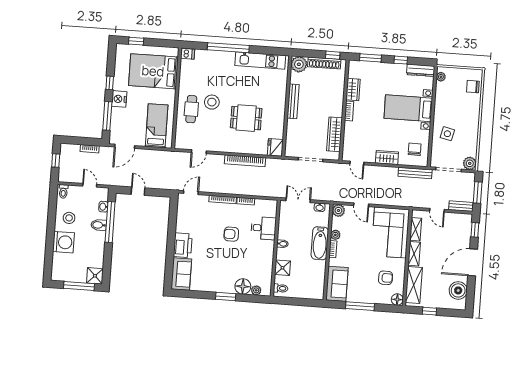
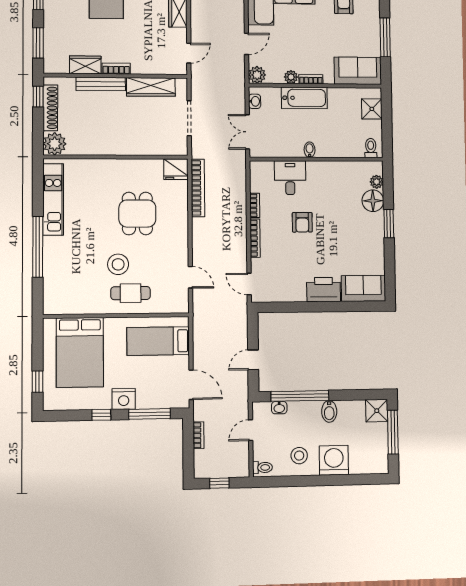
dishwasher: (188, 54) -> (51, 305), removed
bench: (293, 101) -> (101, 84), moved
bookcase: (245, 161) -> (198, 188), moved
bidet: (99, 225) -> (329, 411), moved
shower: (283, 268) -> (372, 109), moved

